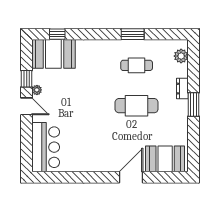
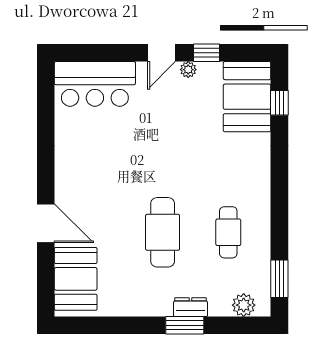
window: (133, 34) -> (279, 279), moved
window: (194, 105) -> (185, 325), moved

